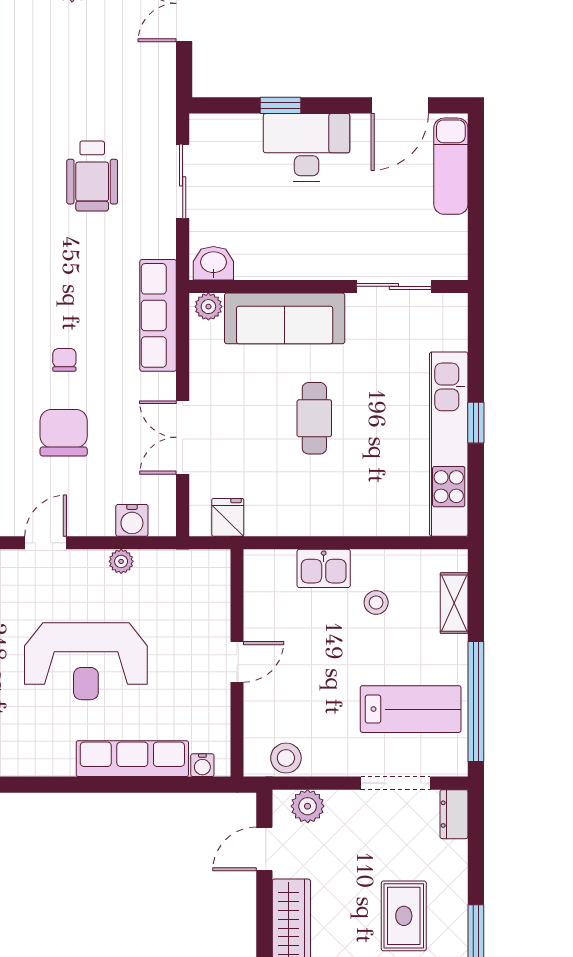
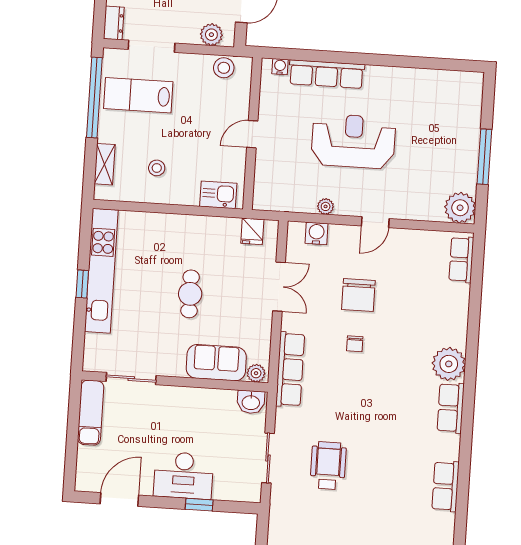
exam couch: (451, 166) -> (91, 413), moved
sofa: (285, 318) -> (216, 363), width x0.73
kitchen sink: (324, 568) -> (218, 195), moved

